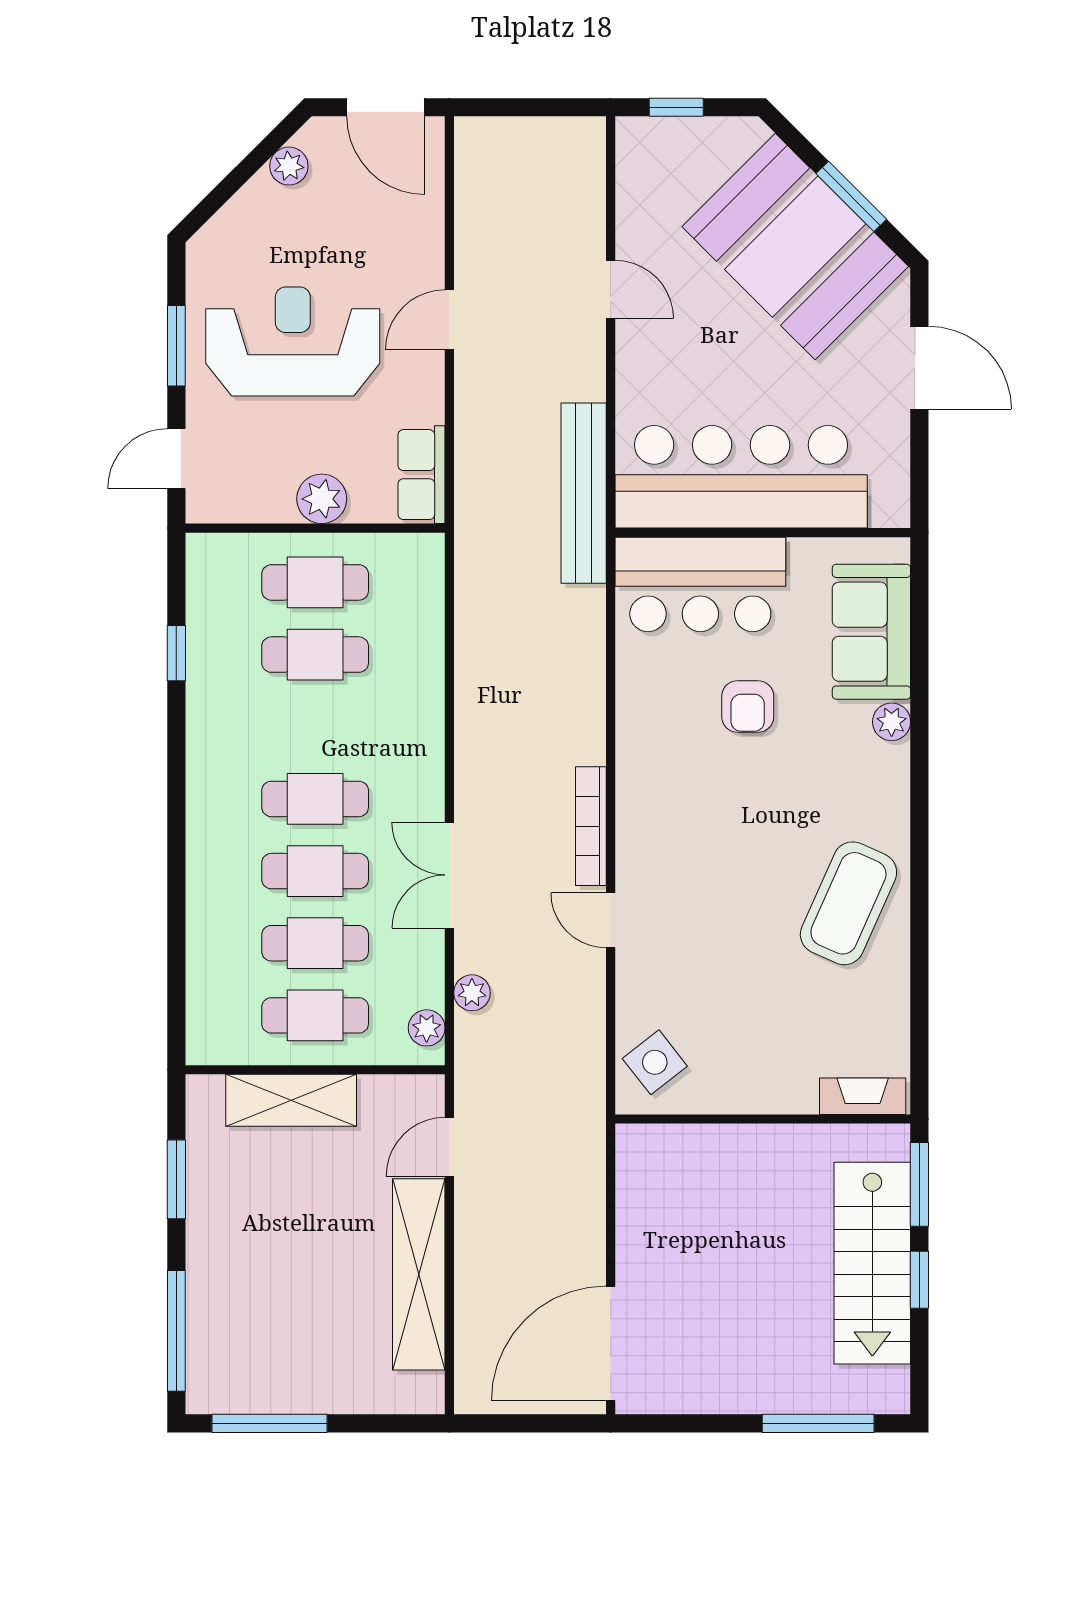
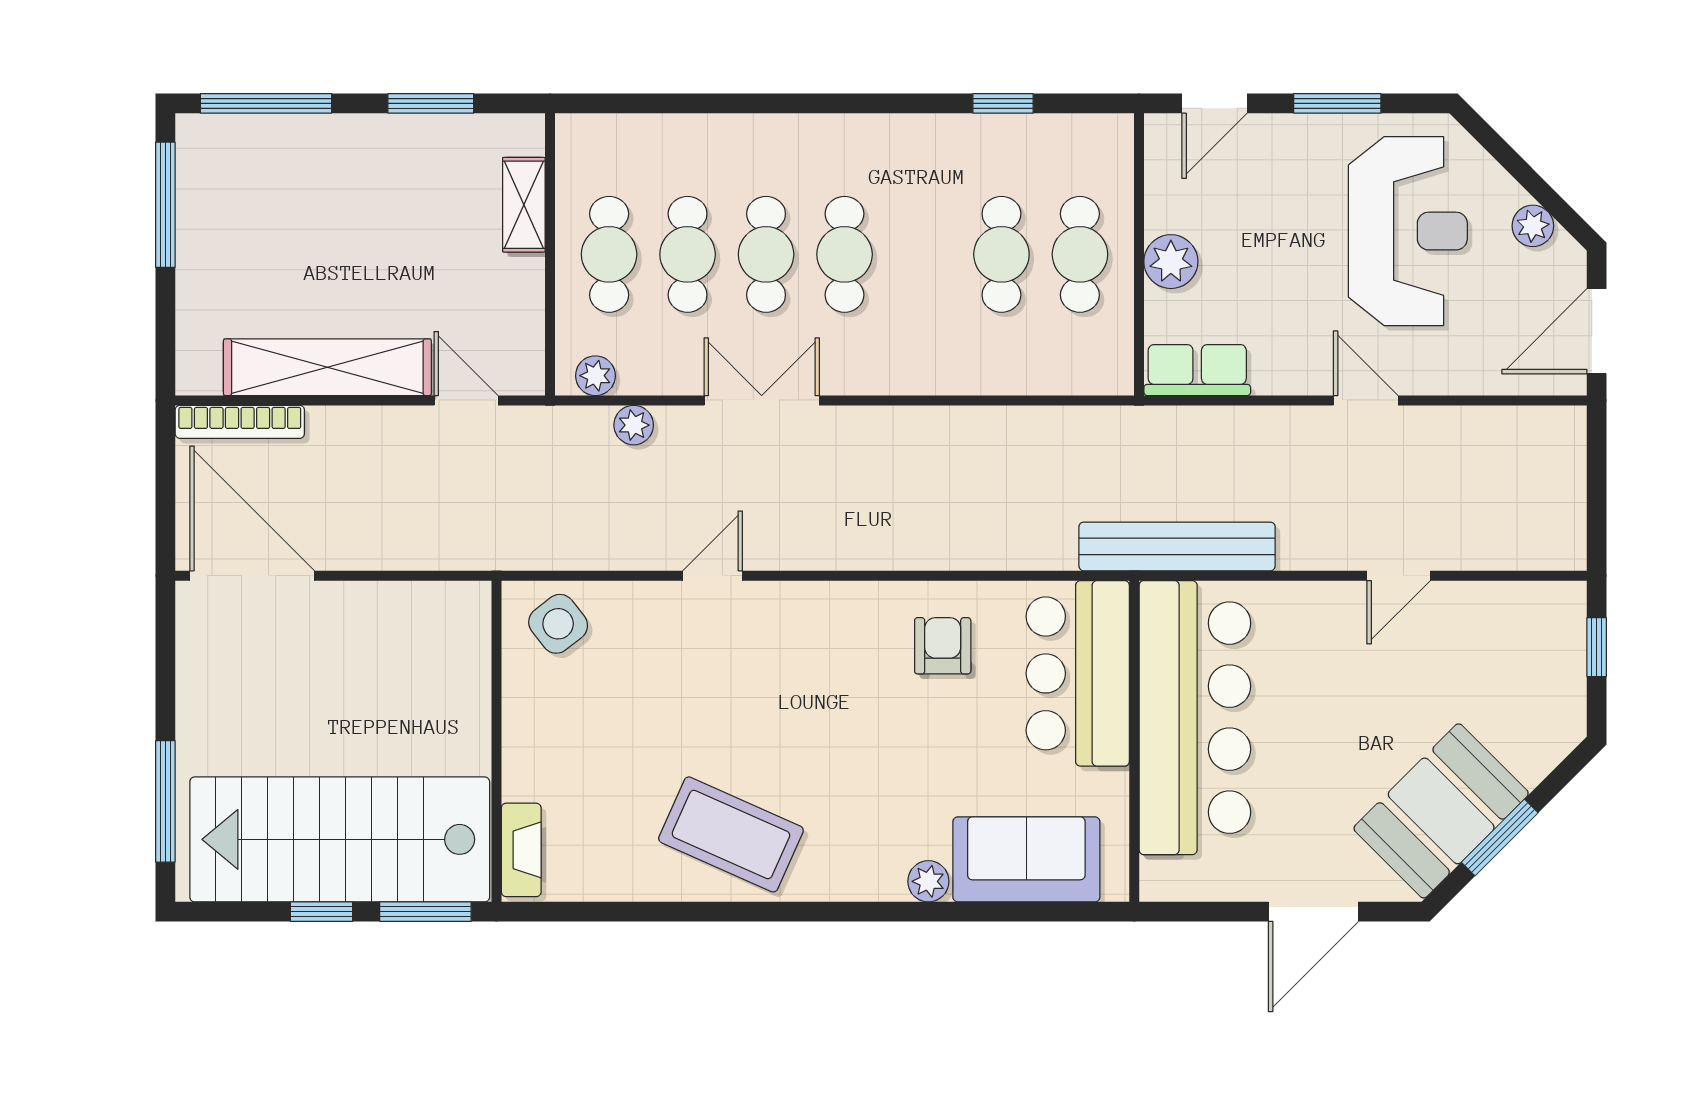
booth: (795, 247) -> (1441, 811), width x0.73, depth x0.70
reception desk: (293, 341) -> (1408, 231), moved
door: (176, 459) -> (1214, 103), swing flipped
armchair: (748, 707) -> (943, 646), moved, turned 90
bookcase: (591, 826) -> (240, 422), moved, turned 180
shelving: (291, 1100) -> (524, 205), width x0.67, depth x0.75
stairs: (872, 1263) -> (340, 839), width x1.36, depth x1.51

